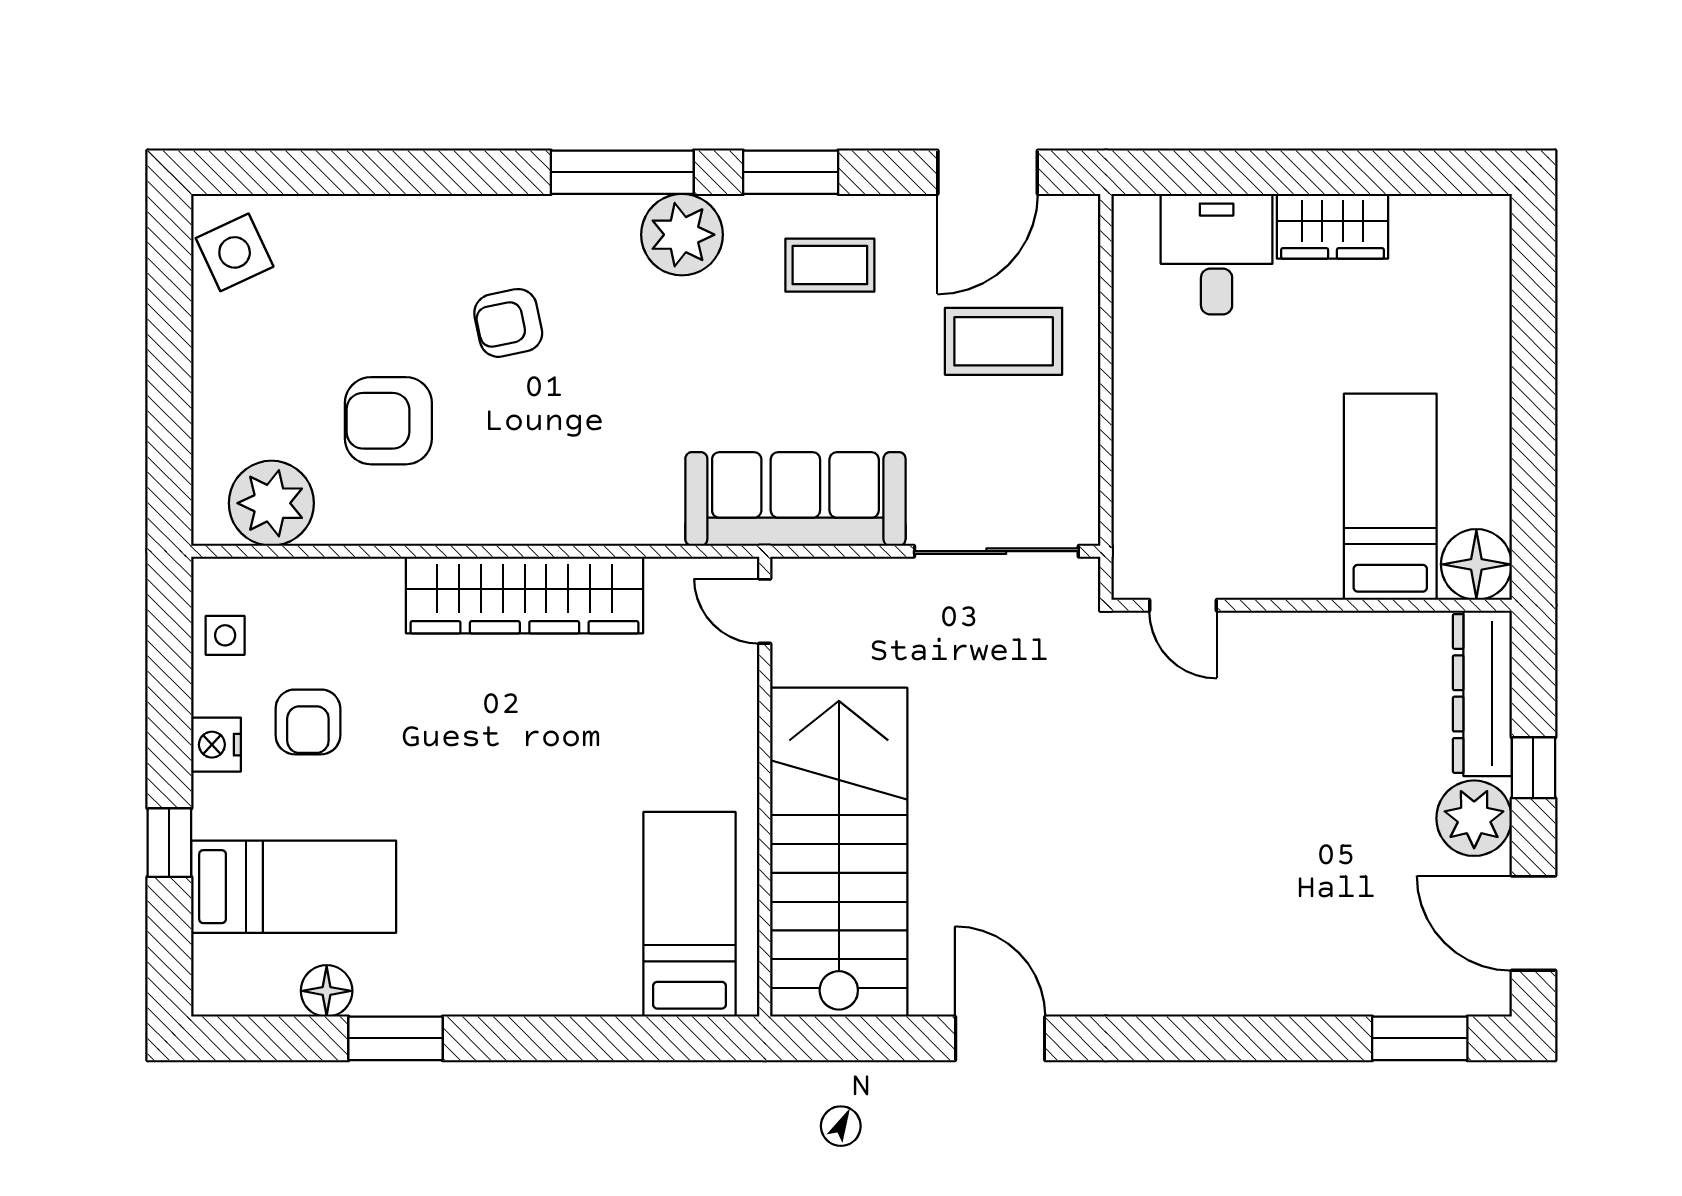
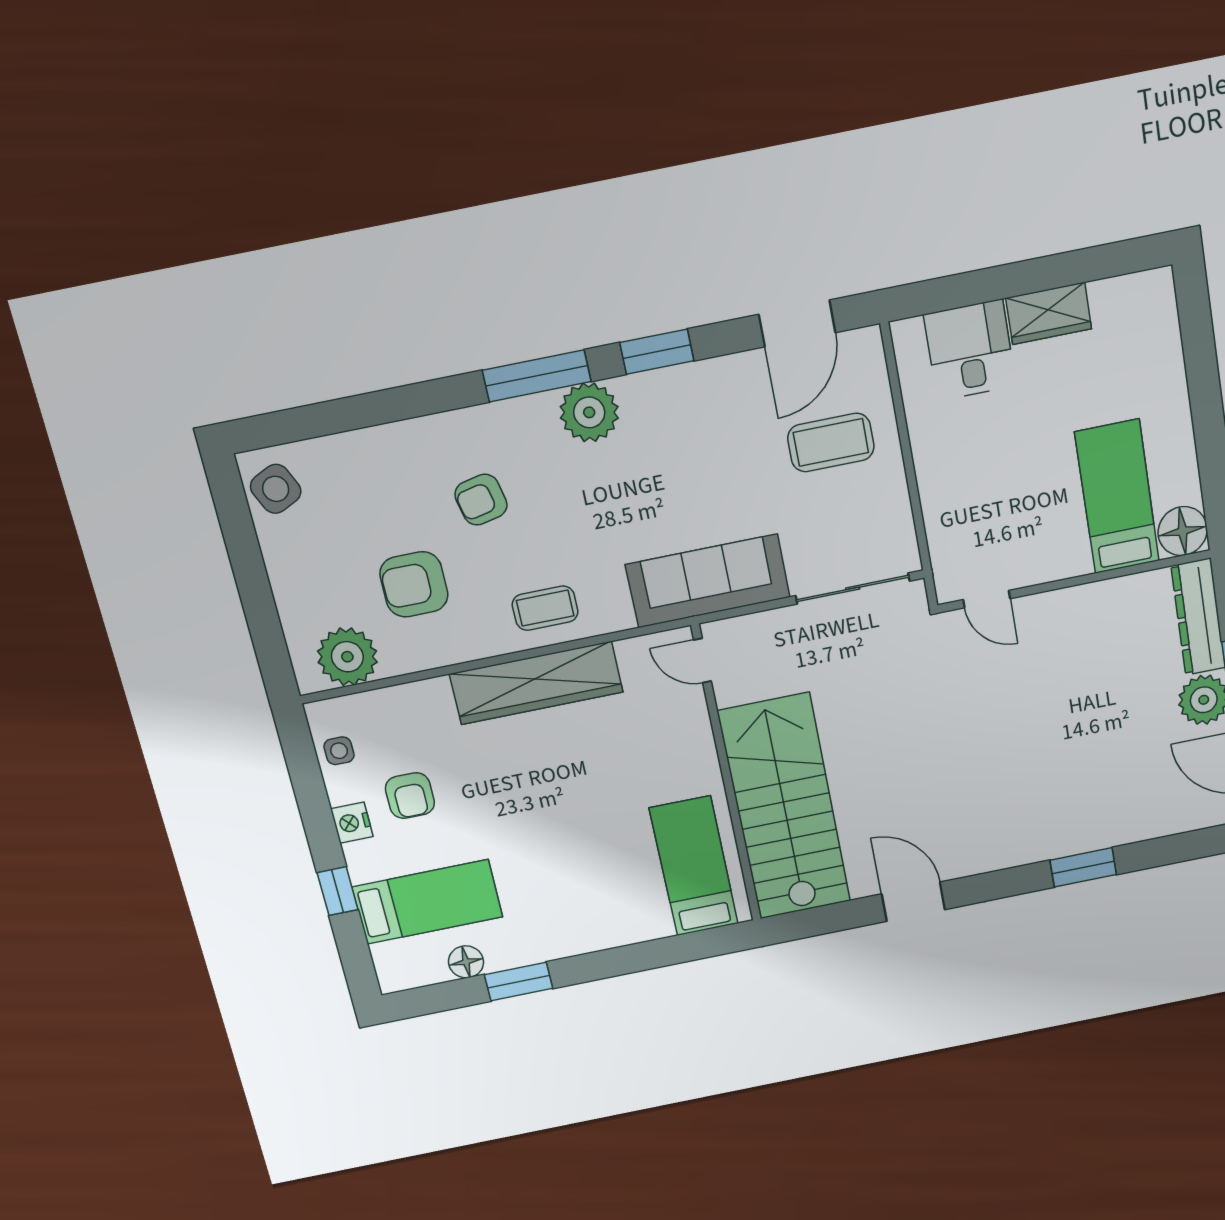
coffee table: (830, 265) -> (545, 608), moved
window: (1420, 1038) -> (1083, 867), moved

